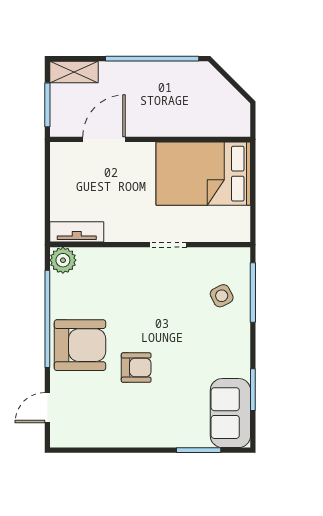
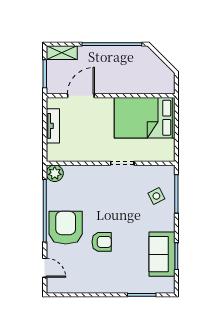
tv unit: (77, 232) -> (53, 126), moved, turned 90
armchair: (80, 345) -> (66, 228), turned -90
door: (47, 408) -> (45, 268), swing flipped
sofa: (230, 413) -> (162, 254), moved

